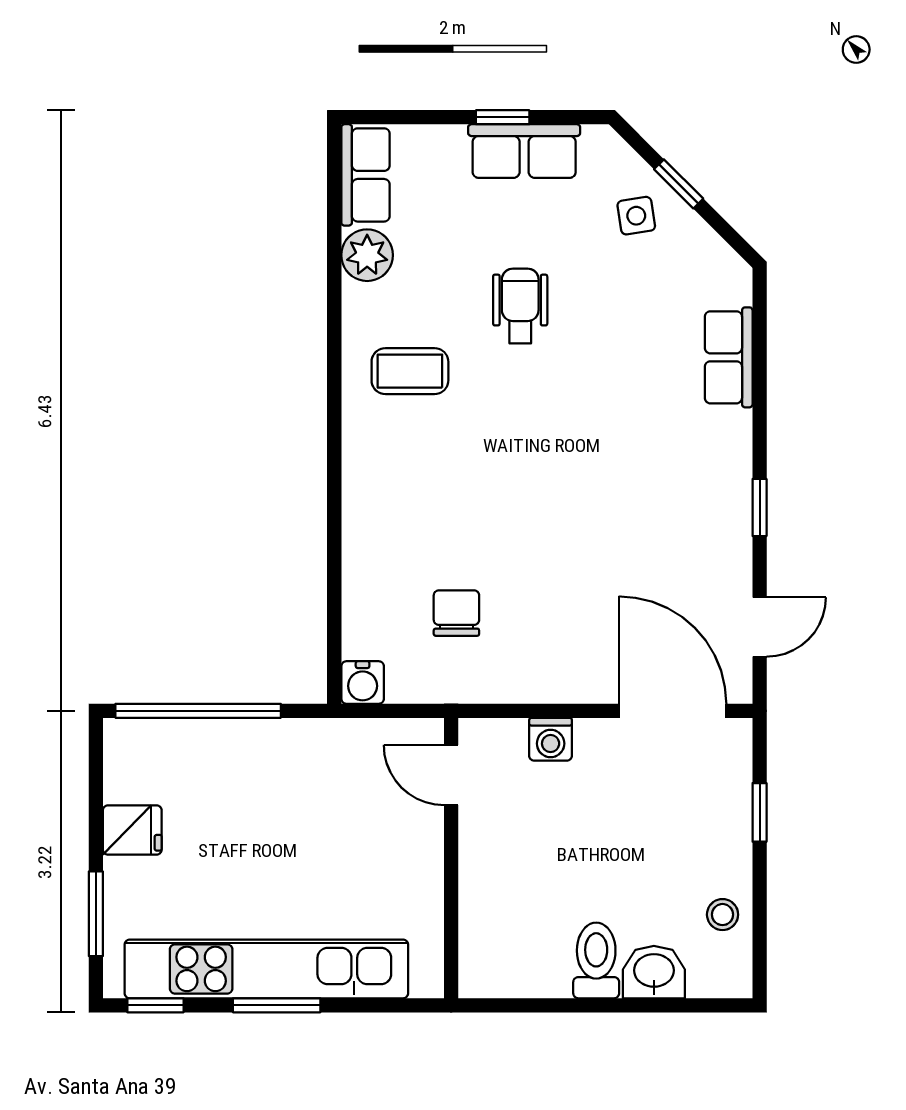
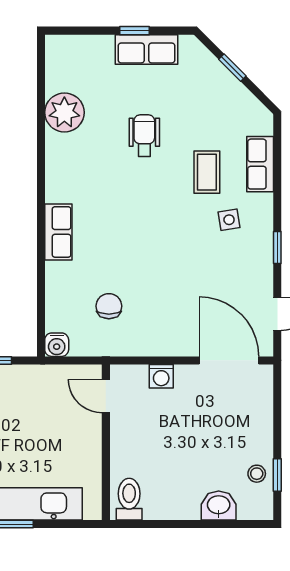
row of seats: (365, 175) -> (58, 232), moved
side table: (636, 216) -> (229, 220), moved
plant: (367, 255) -> (64, 112), width x1.36, depth x1.36
coffee table: (410, 371) -> (207, 172), moved, turned 90
window: (760, 812) -> (277, 475), moved
toilet: (596, 960) -> (129, 499), moved

